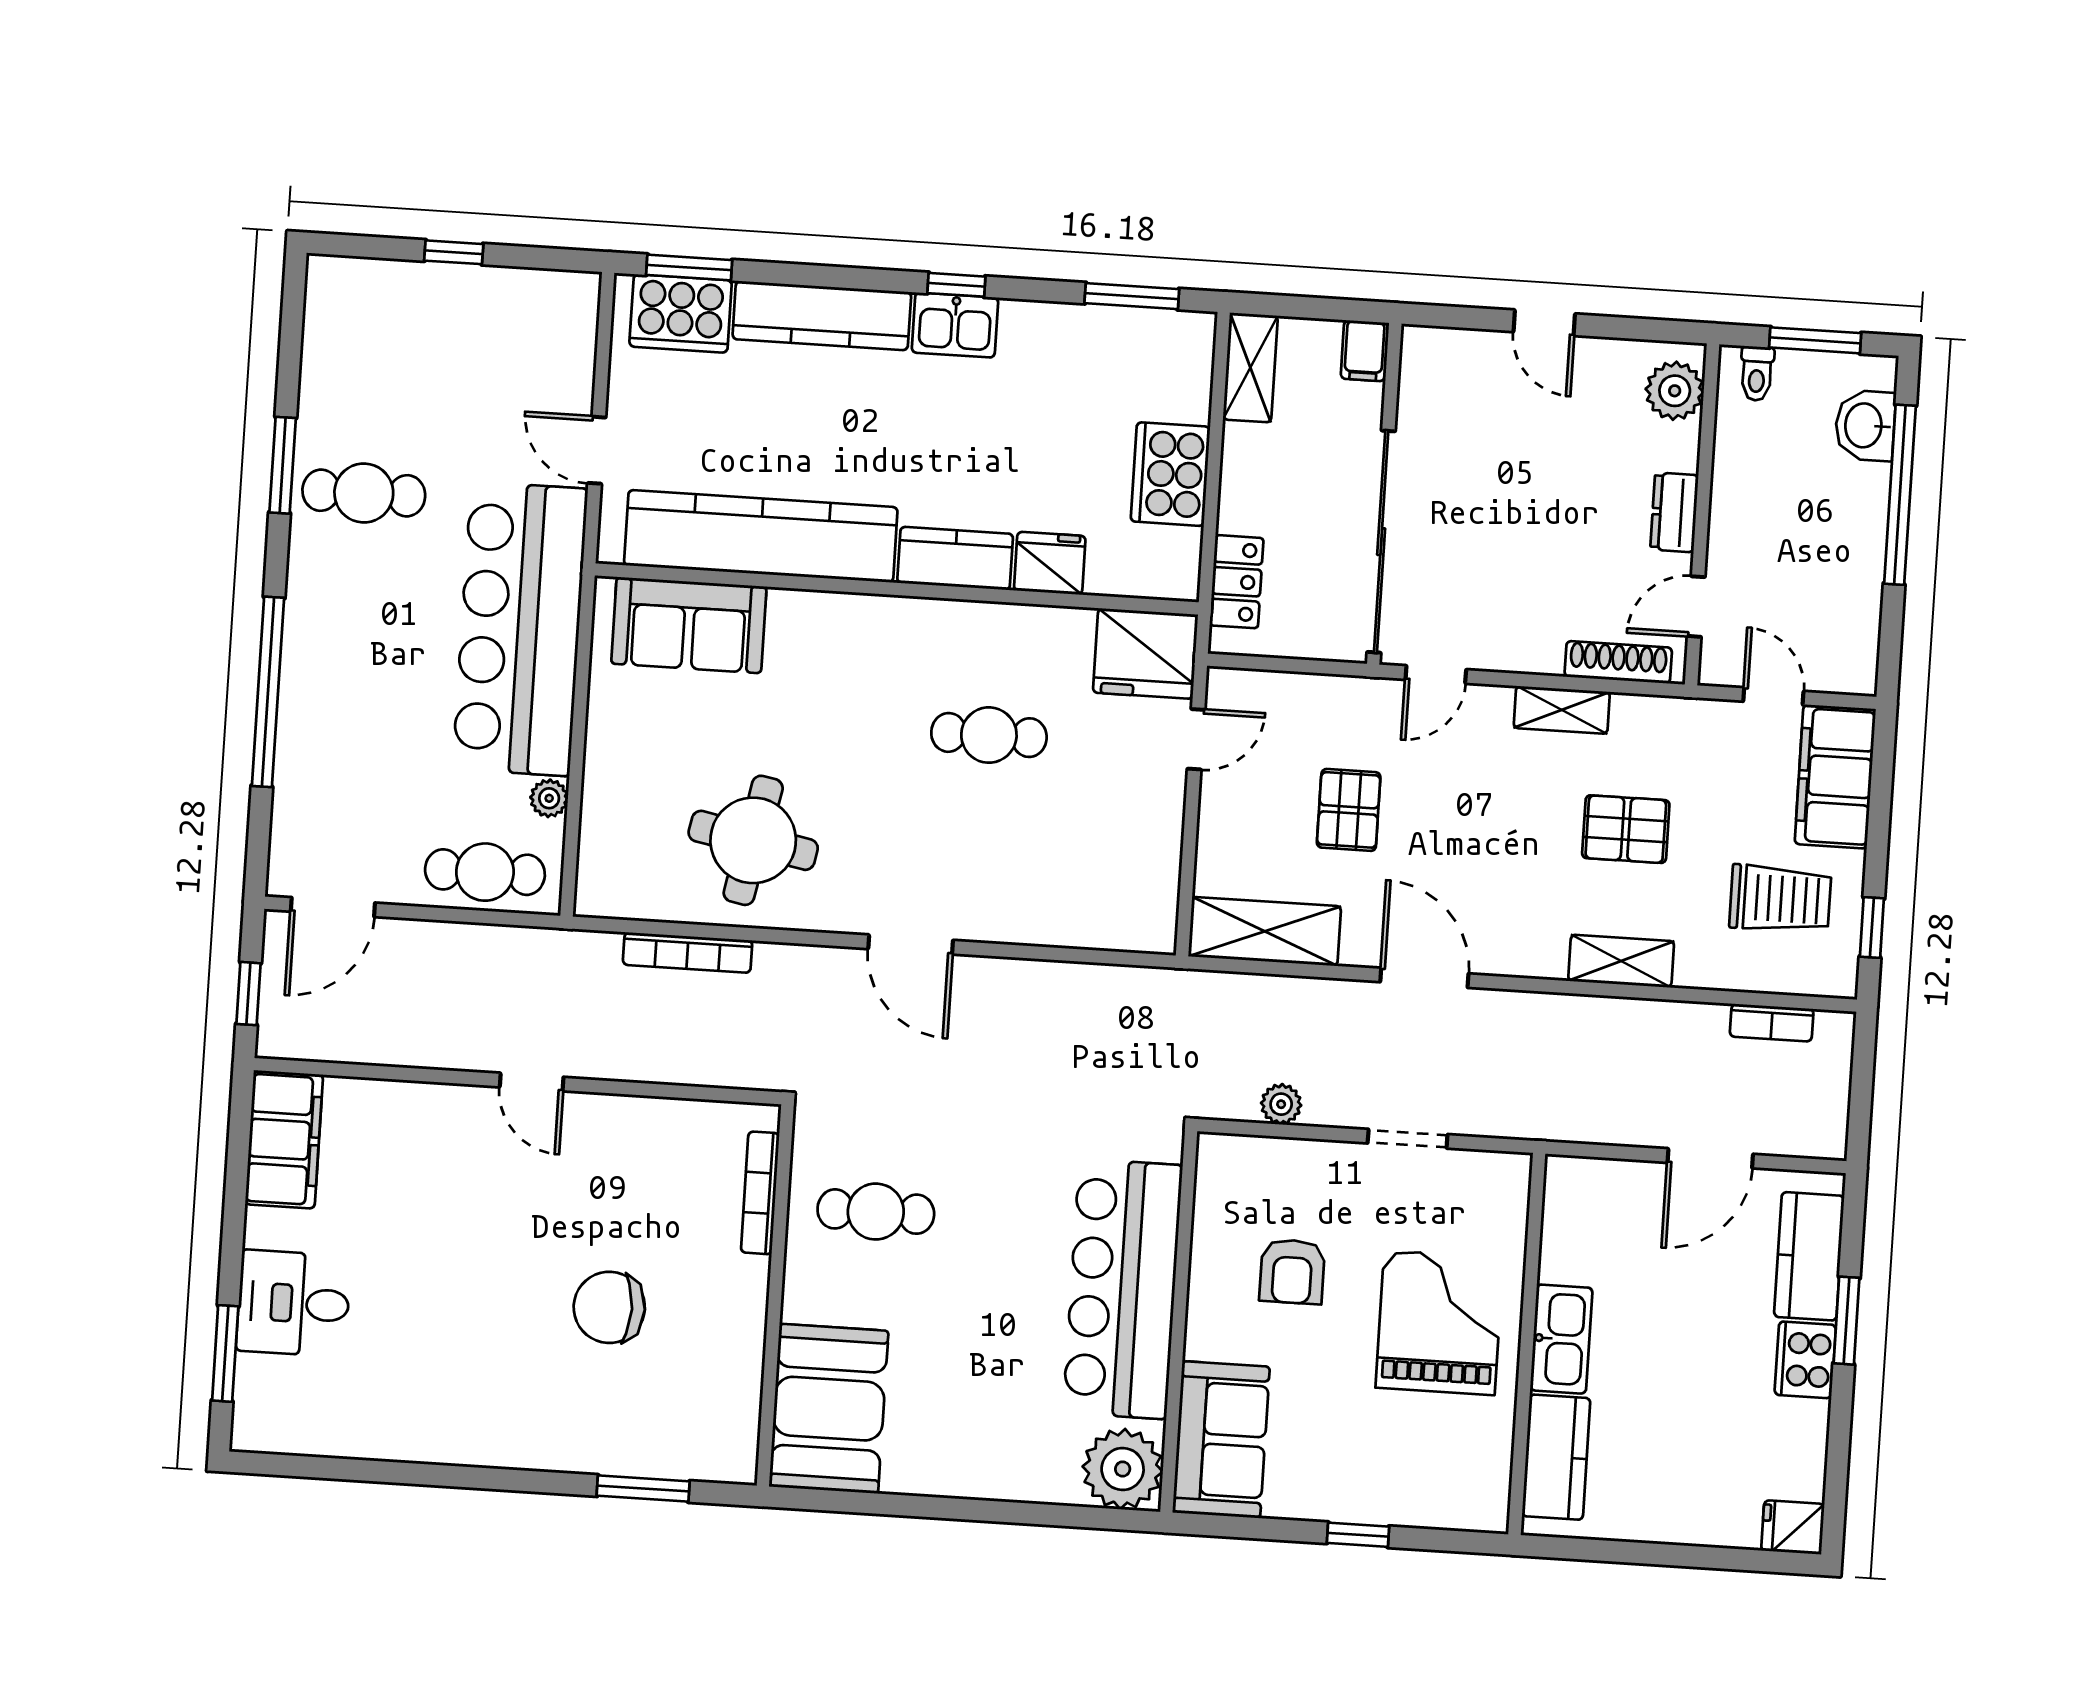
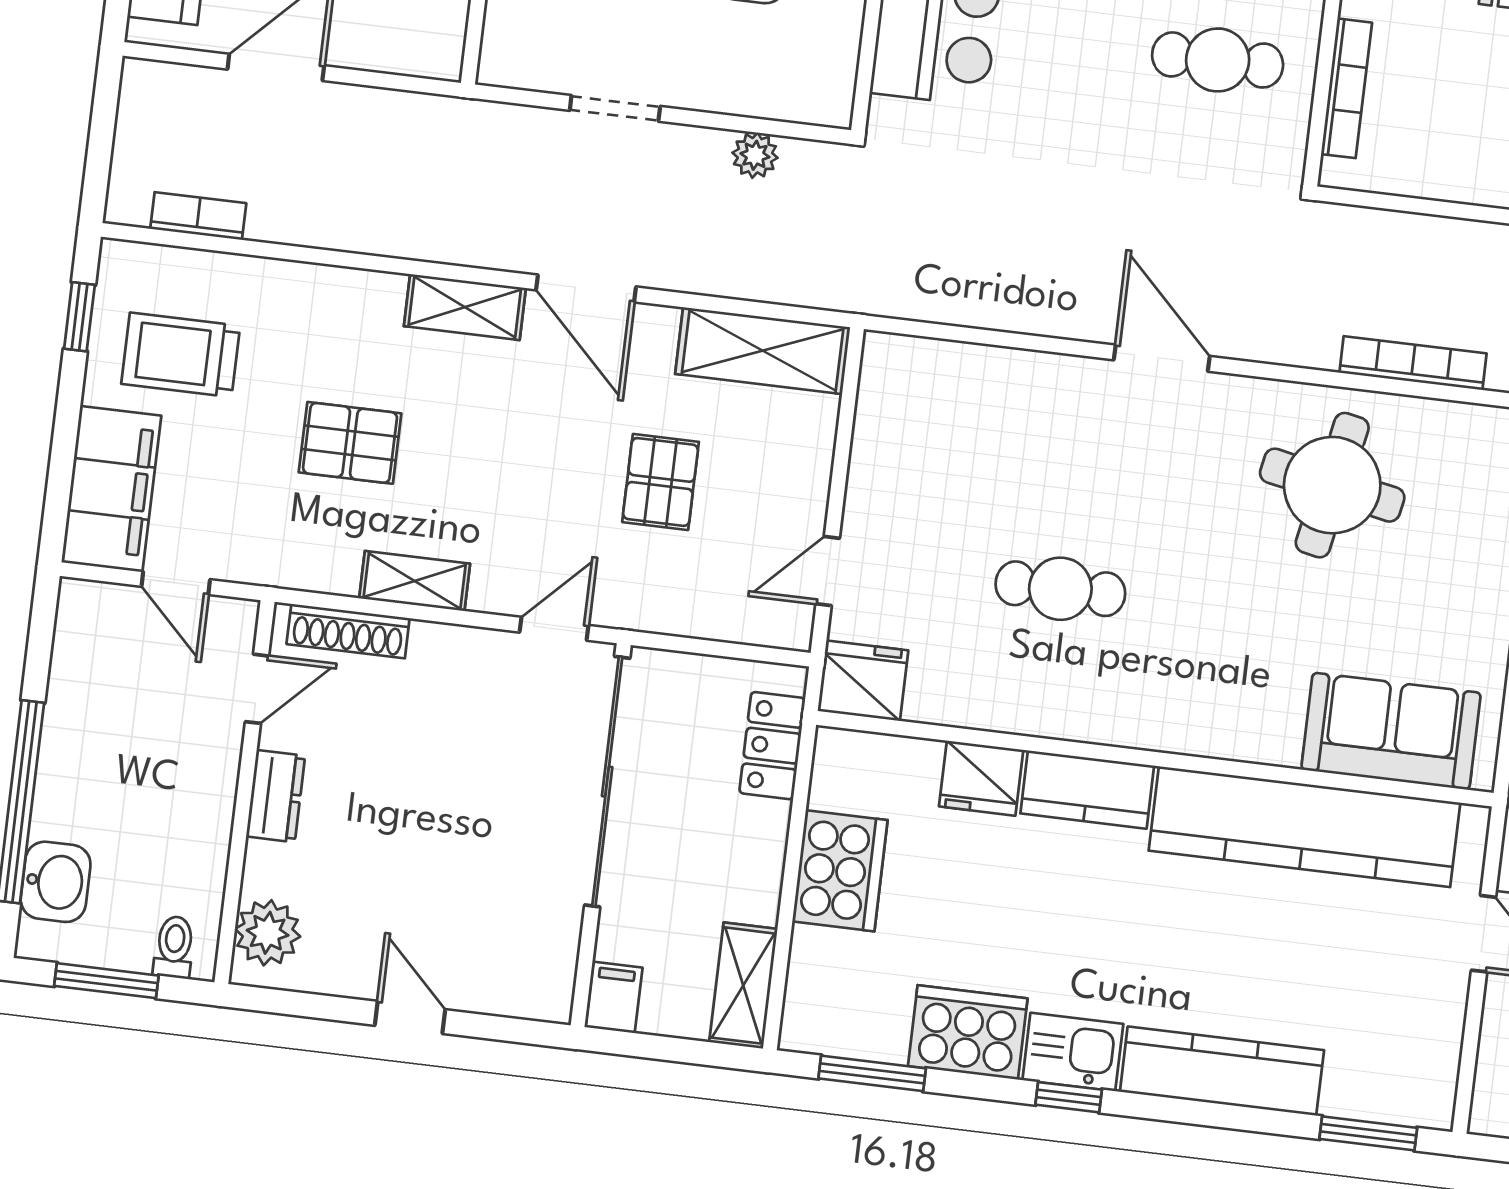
cooker: (681, 313) -> (968, 1032), moved
fridge: (1145, 654) -> (863, 681), width x0.73, depth x0.75
shelving: (1621, 961) -> (465, 307), moved

